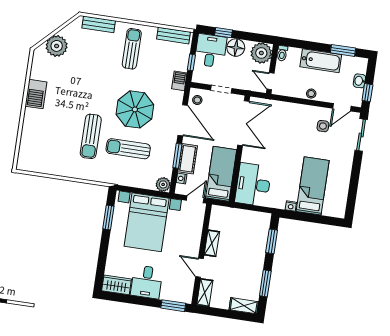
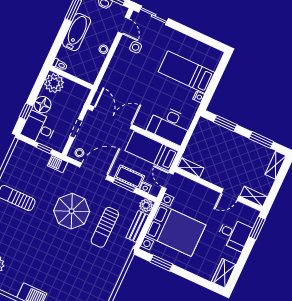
bench: (174, 36) -> (137, 226), moved
door: (270, 81) -> (82, 82), removed
sun lounger: (91, 136) -> (84, 258), removed
shelving: (212, 243) -> (191, 168), moved
desk: (147, 282) -> (234, 234), moved

